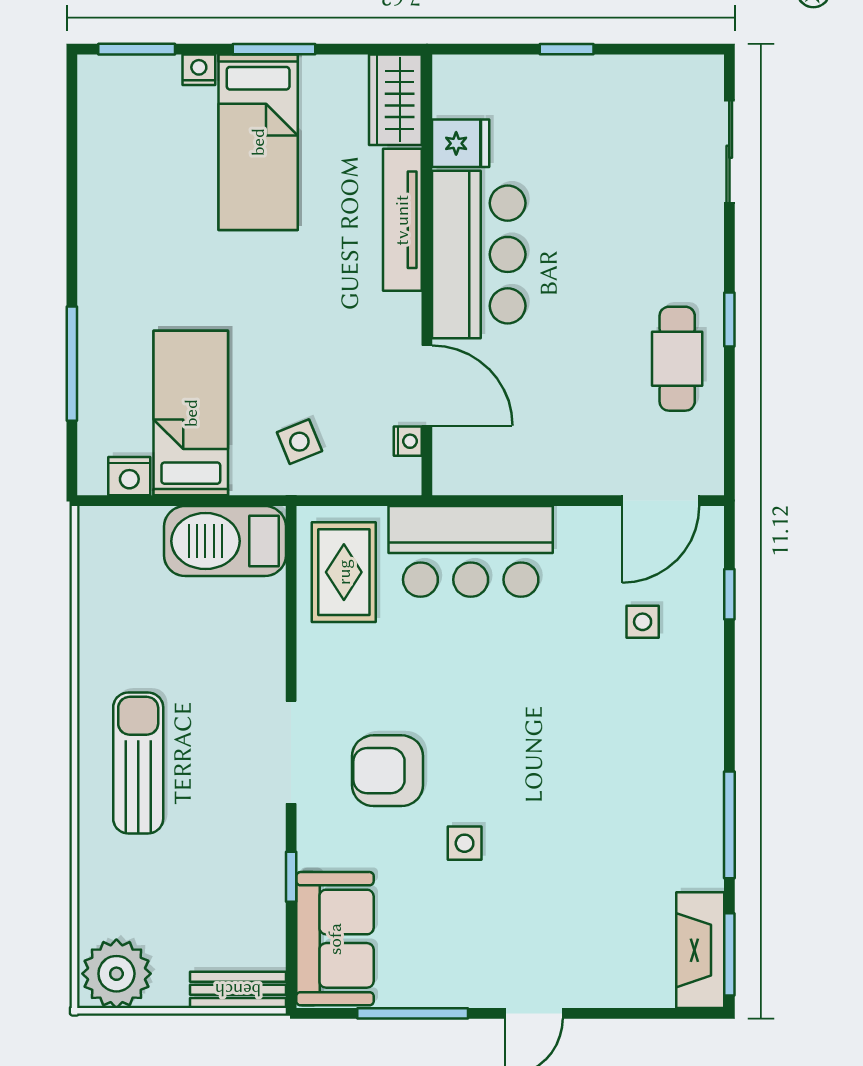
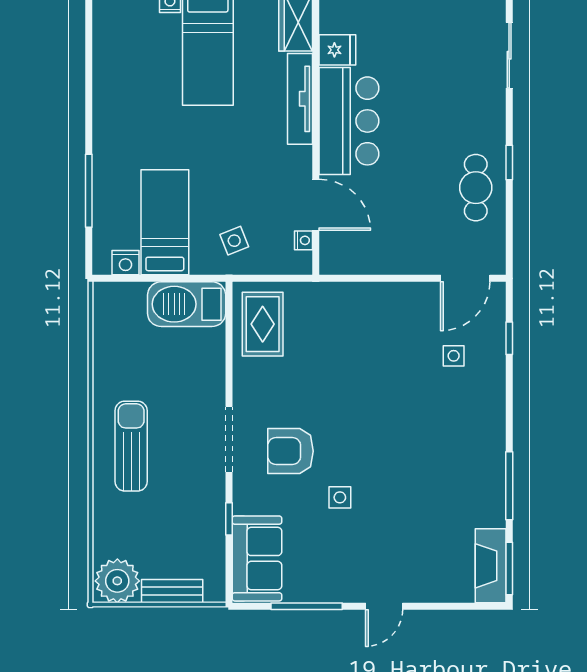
bar counter: (471, 551) -> (344, 311), removed
bench: (238, 990) -> (172, 591), moved

